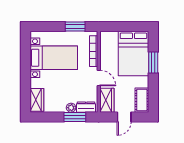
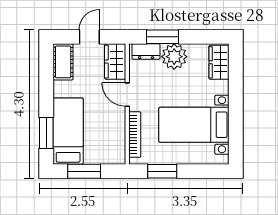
window: (128, 26) -> (84, 171), added
bed: (133, 54) -> (68, 131), width x0.67
window: (153, 62) -> (46, 133), moved
plant: (71, 108) -> (174, 57), width x1.88, depth x1.88

